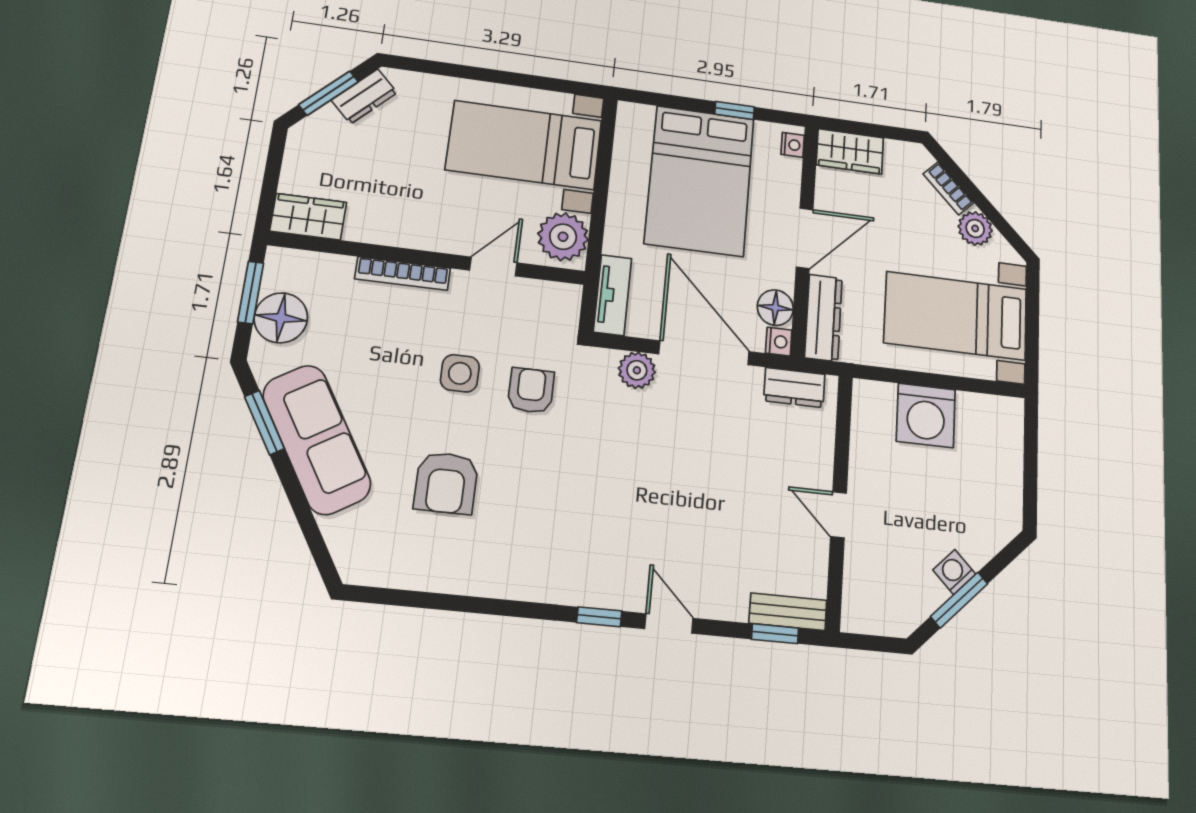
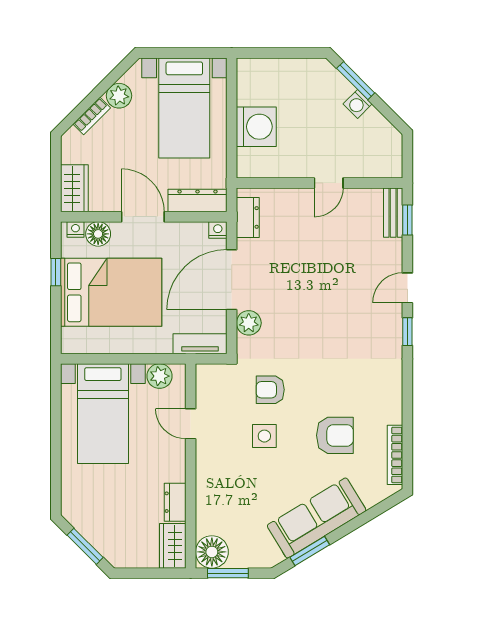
dresser: (364, 96) -> (175, 502), moved, turned -135
plant: (563, 237) -> (160, 376), width x0.73, depth x0.73
bookcase: (403, 274) -> (395, 455), moved, turned 180
floor lamp: (775, 308) -> (98, 234), moved
floor lamp: (281, 318) -> (212, 552), moved
window: (959, 600) -> (356, 81), moved

